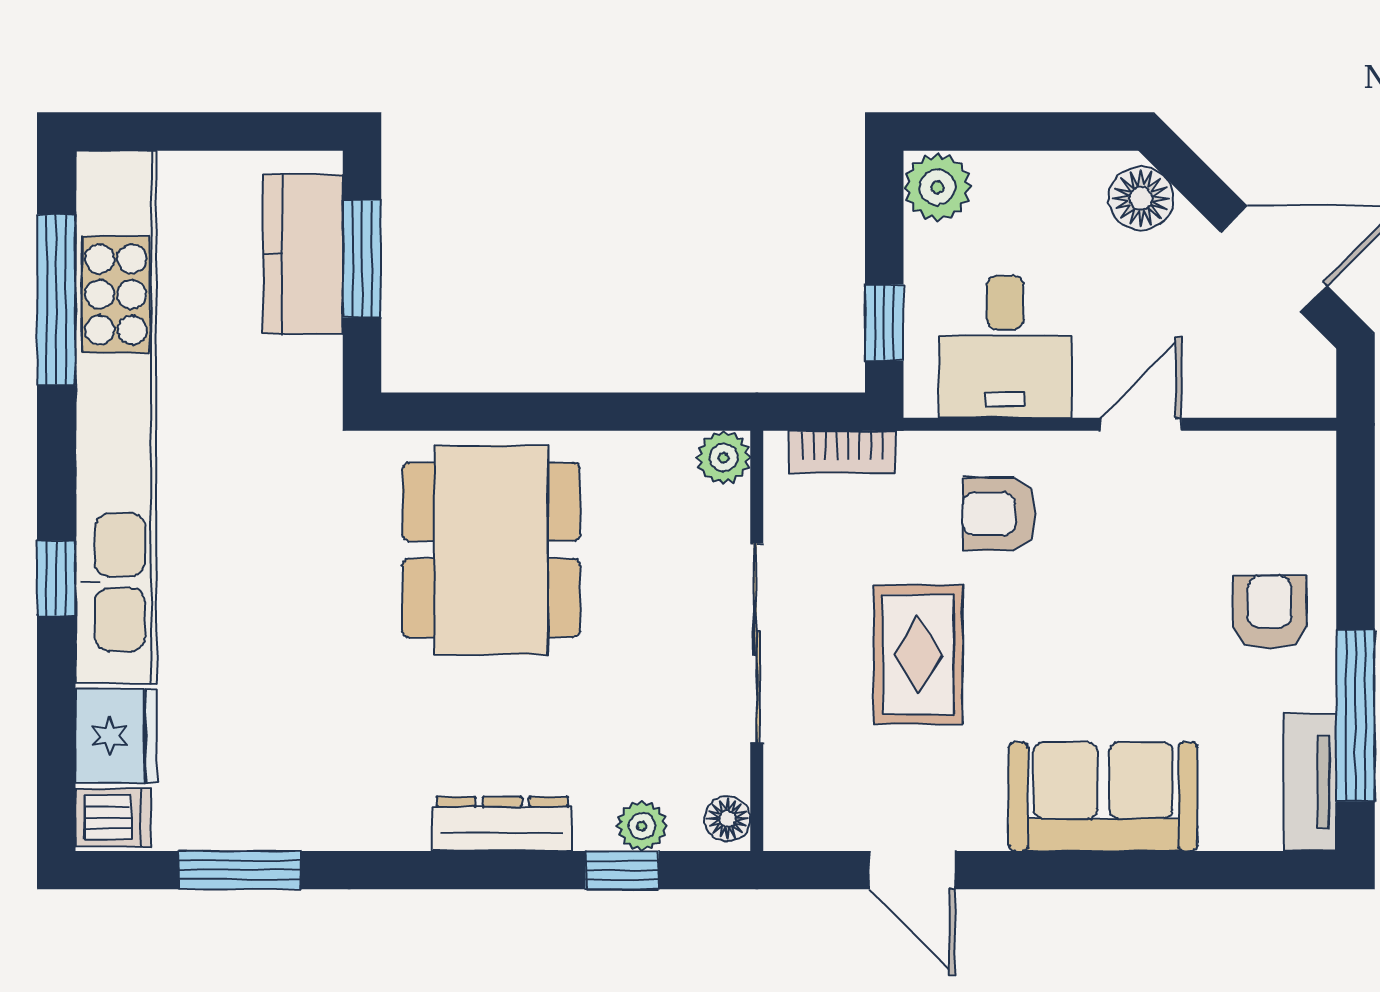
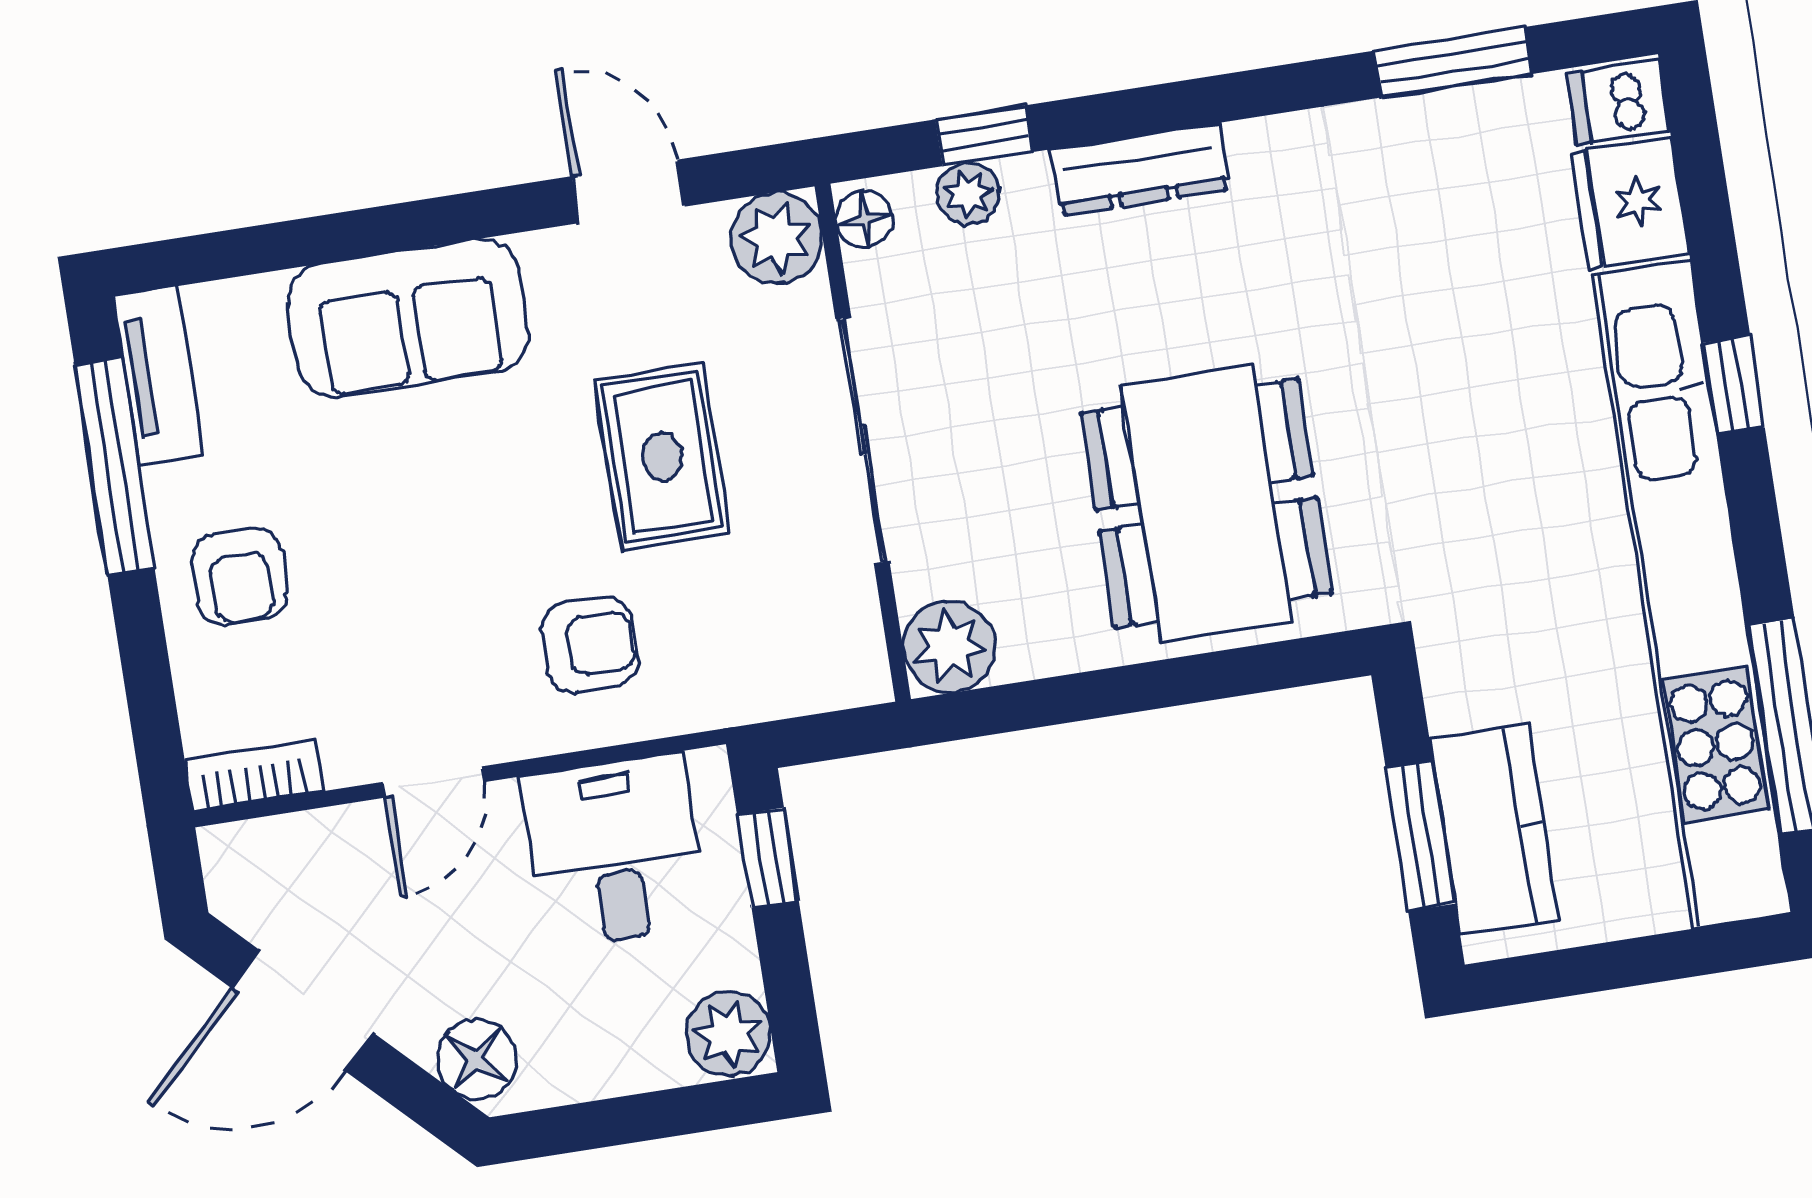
bookcase: (842, 452) -> (254, 775), moved
plant: (724, 458) -> (949, 647), width x1.38, depth x1.38
plant: (800, 814) -> (777, 238), added

